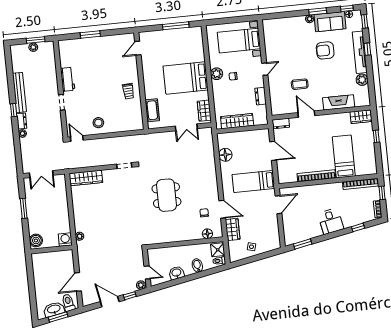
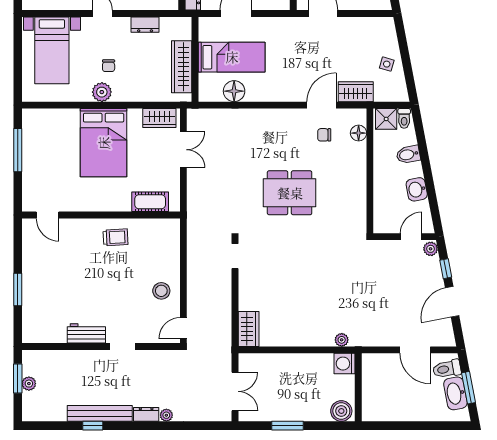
window: (14, 110) -> (93, 426), moved
wardrobe: (86, 178) -> (249, 329), width x0.67
bed: (253, 181) -> (232, 57), moved, turned -90

